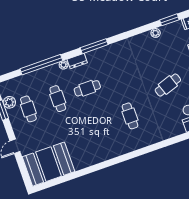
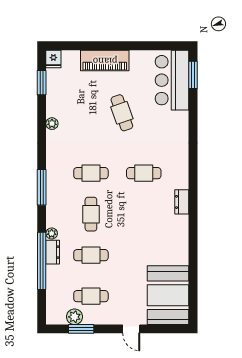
plant: (156, 33) -> (52, 124), moved
dresser: (77, 61) -> (53, 252), moved
cafe table: (117, 78) -> (91, 173), added
dresser: (119, 151) -> (182, 202), added

